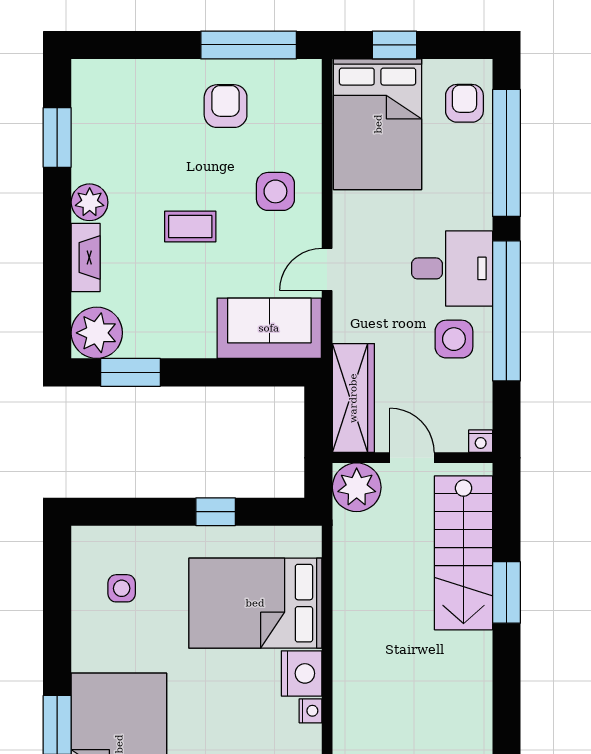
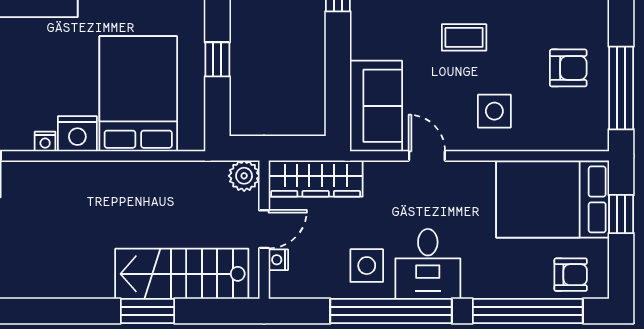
coffee table: (190, 226) -> (464, 37), turned 90
nightstand: (481, 441) -> (278, 260), moved
plant: (357, 487) -> (244, 176), width x0.73, depth x0.73

